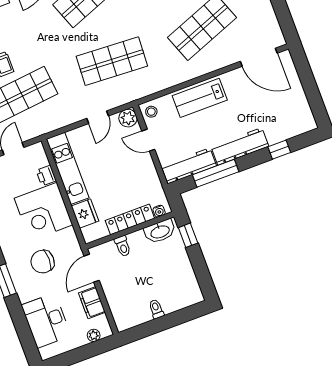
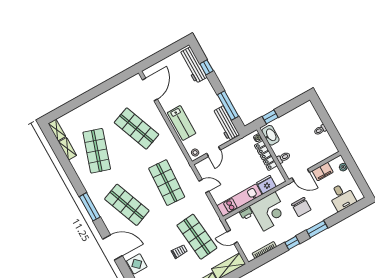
plant: (128, 118) -> (201, 167), removed
workbench: (240, 146) -> (193, 65), moved
desk: (46, 320) -> (342, 197), width x0.73

